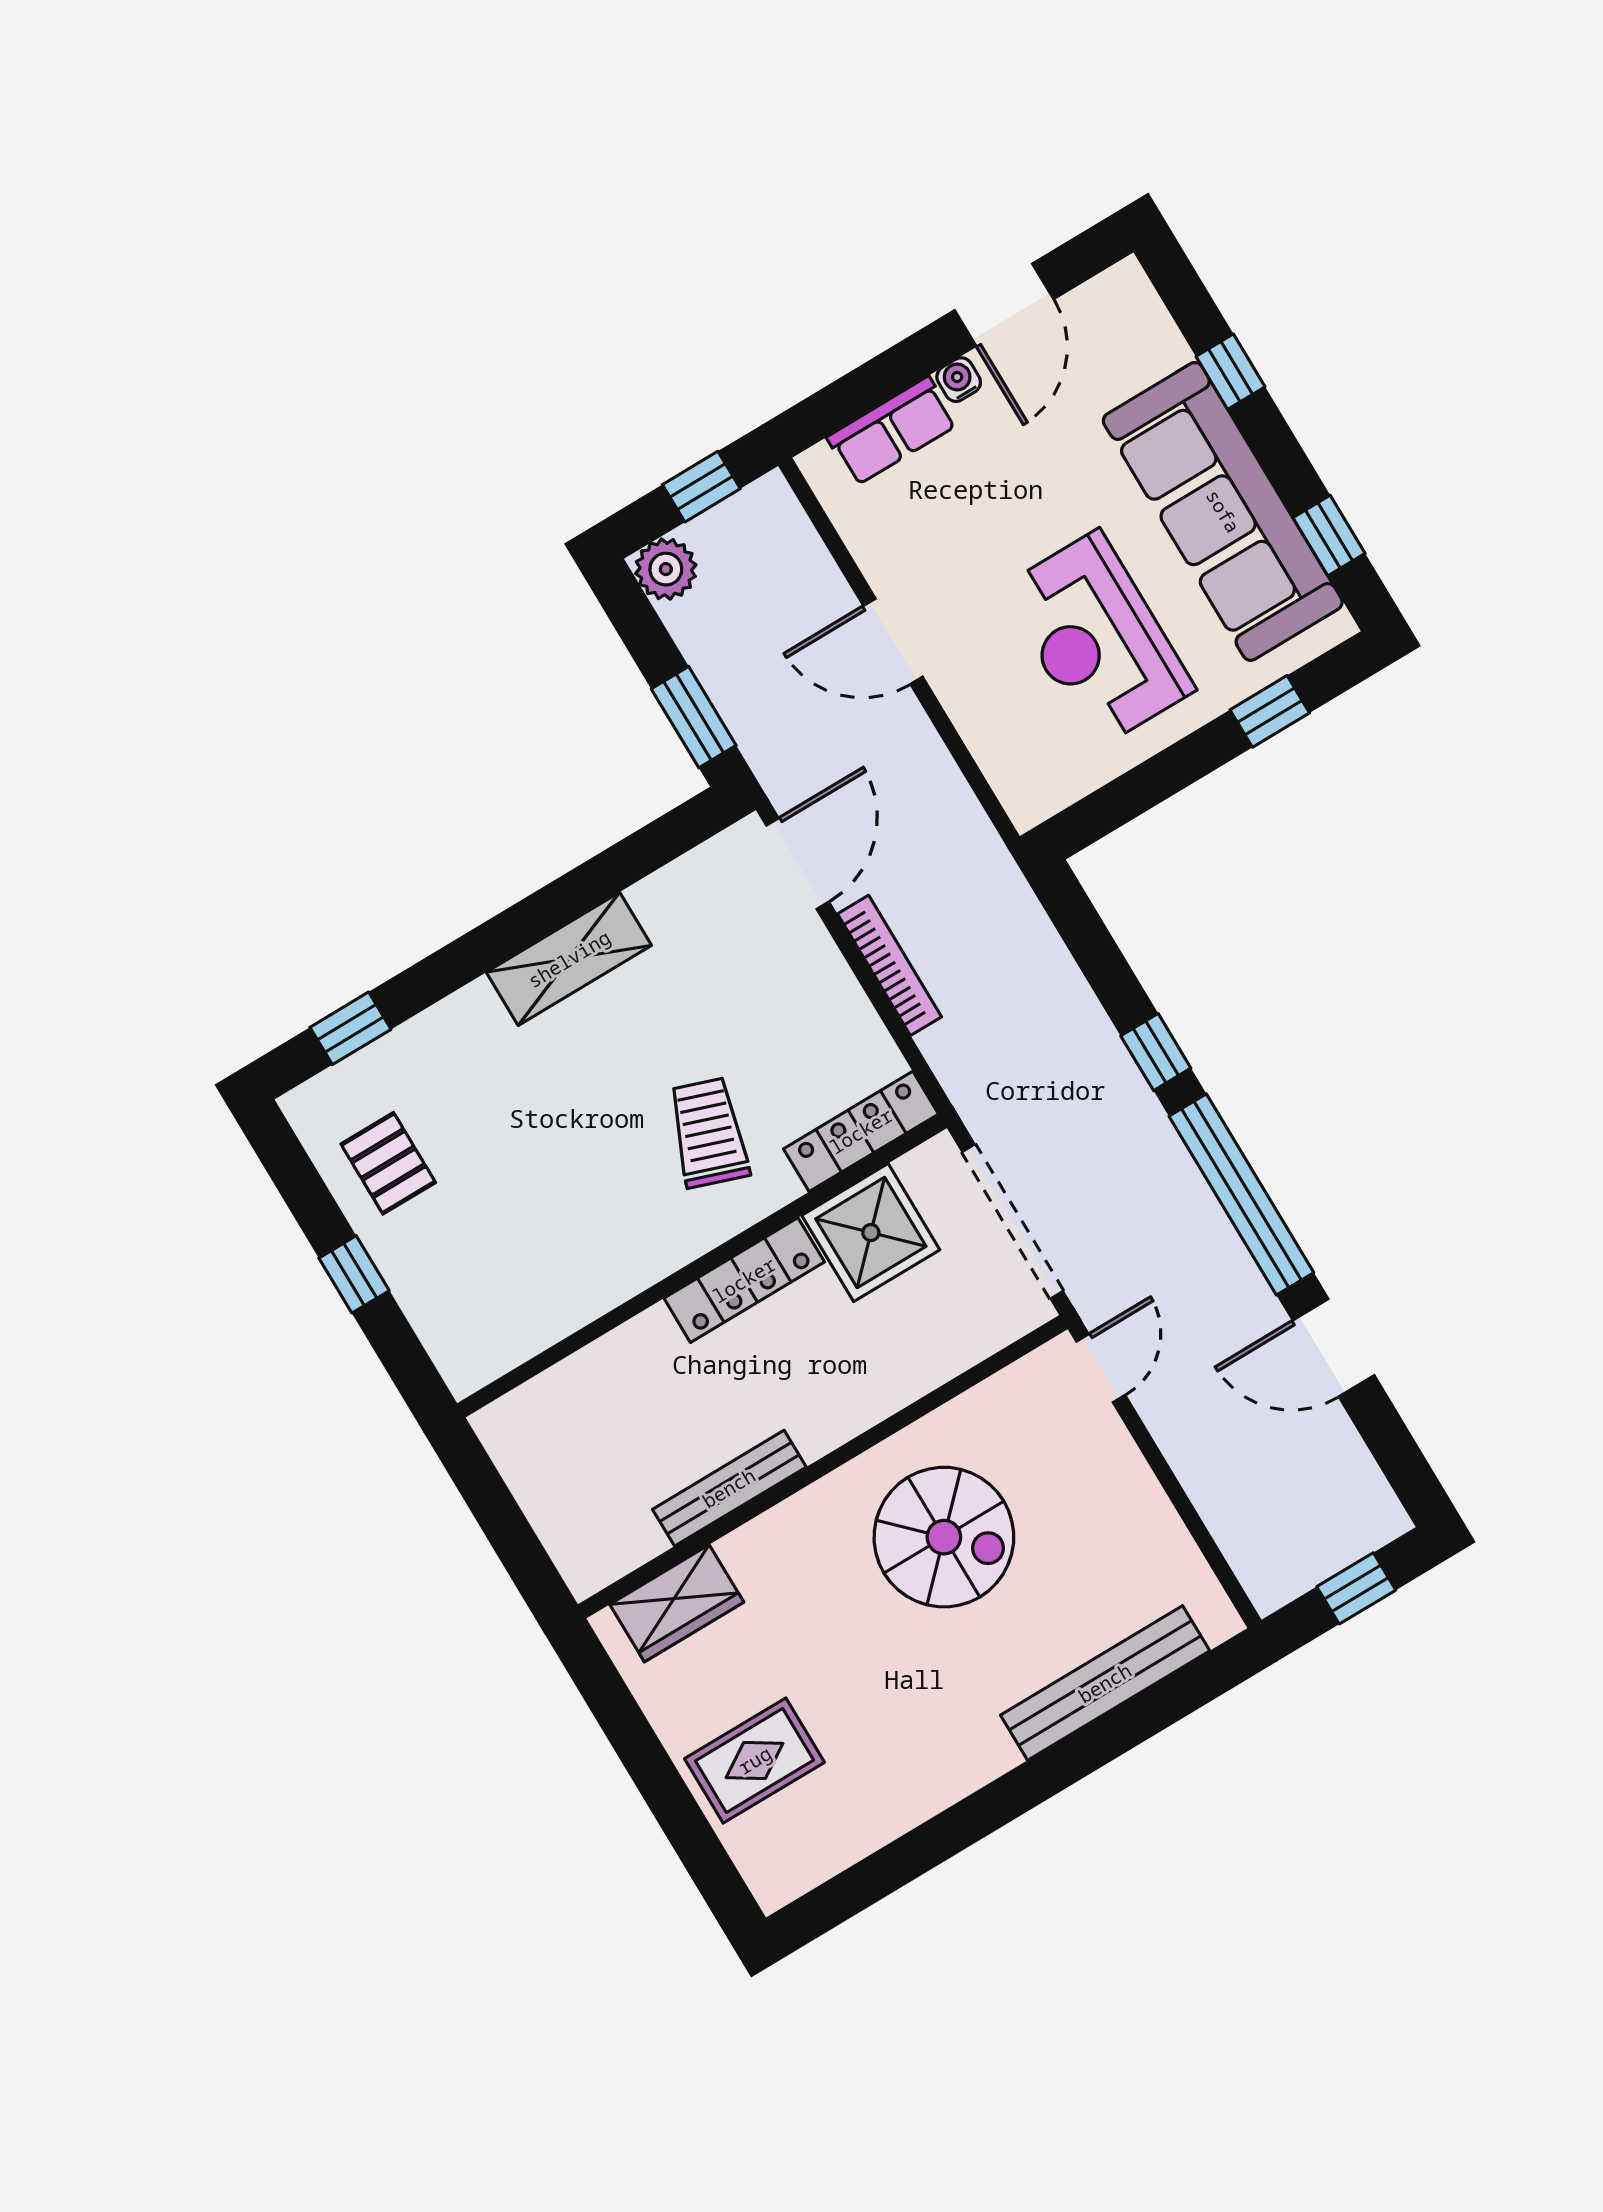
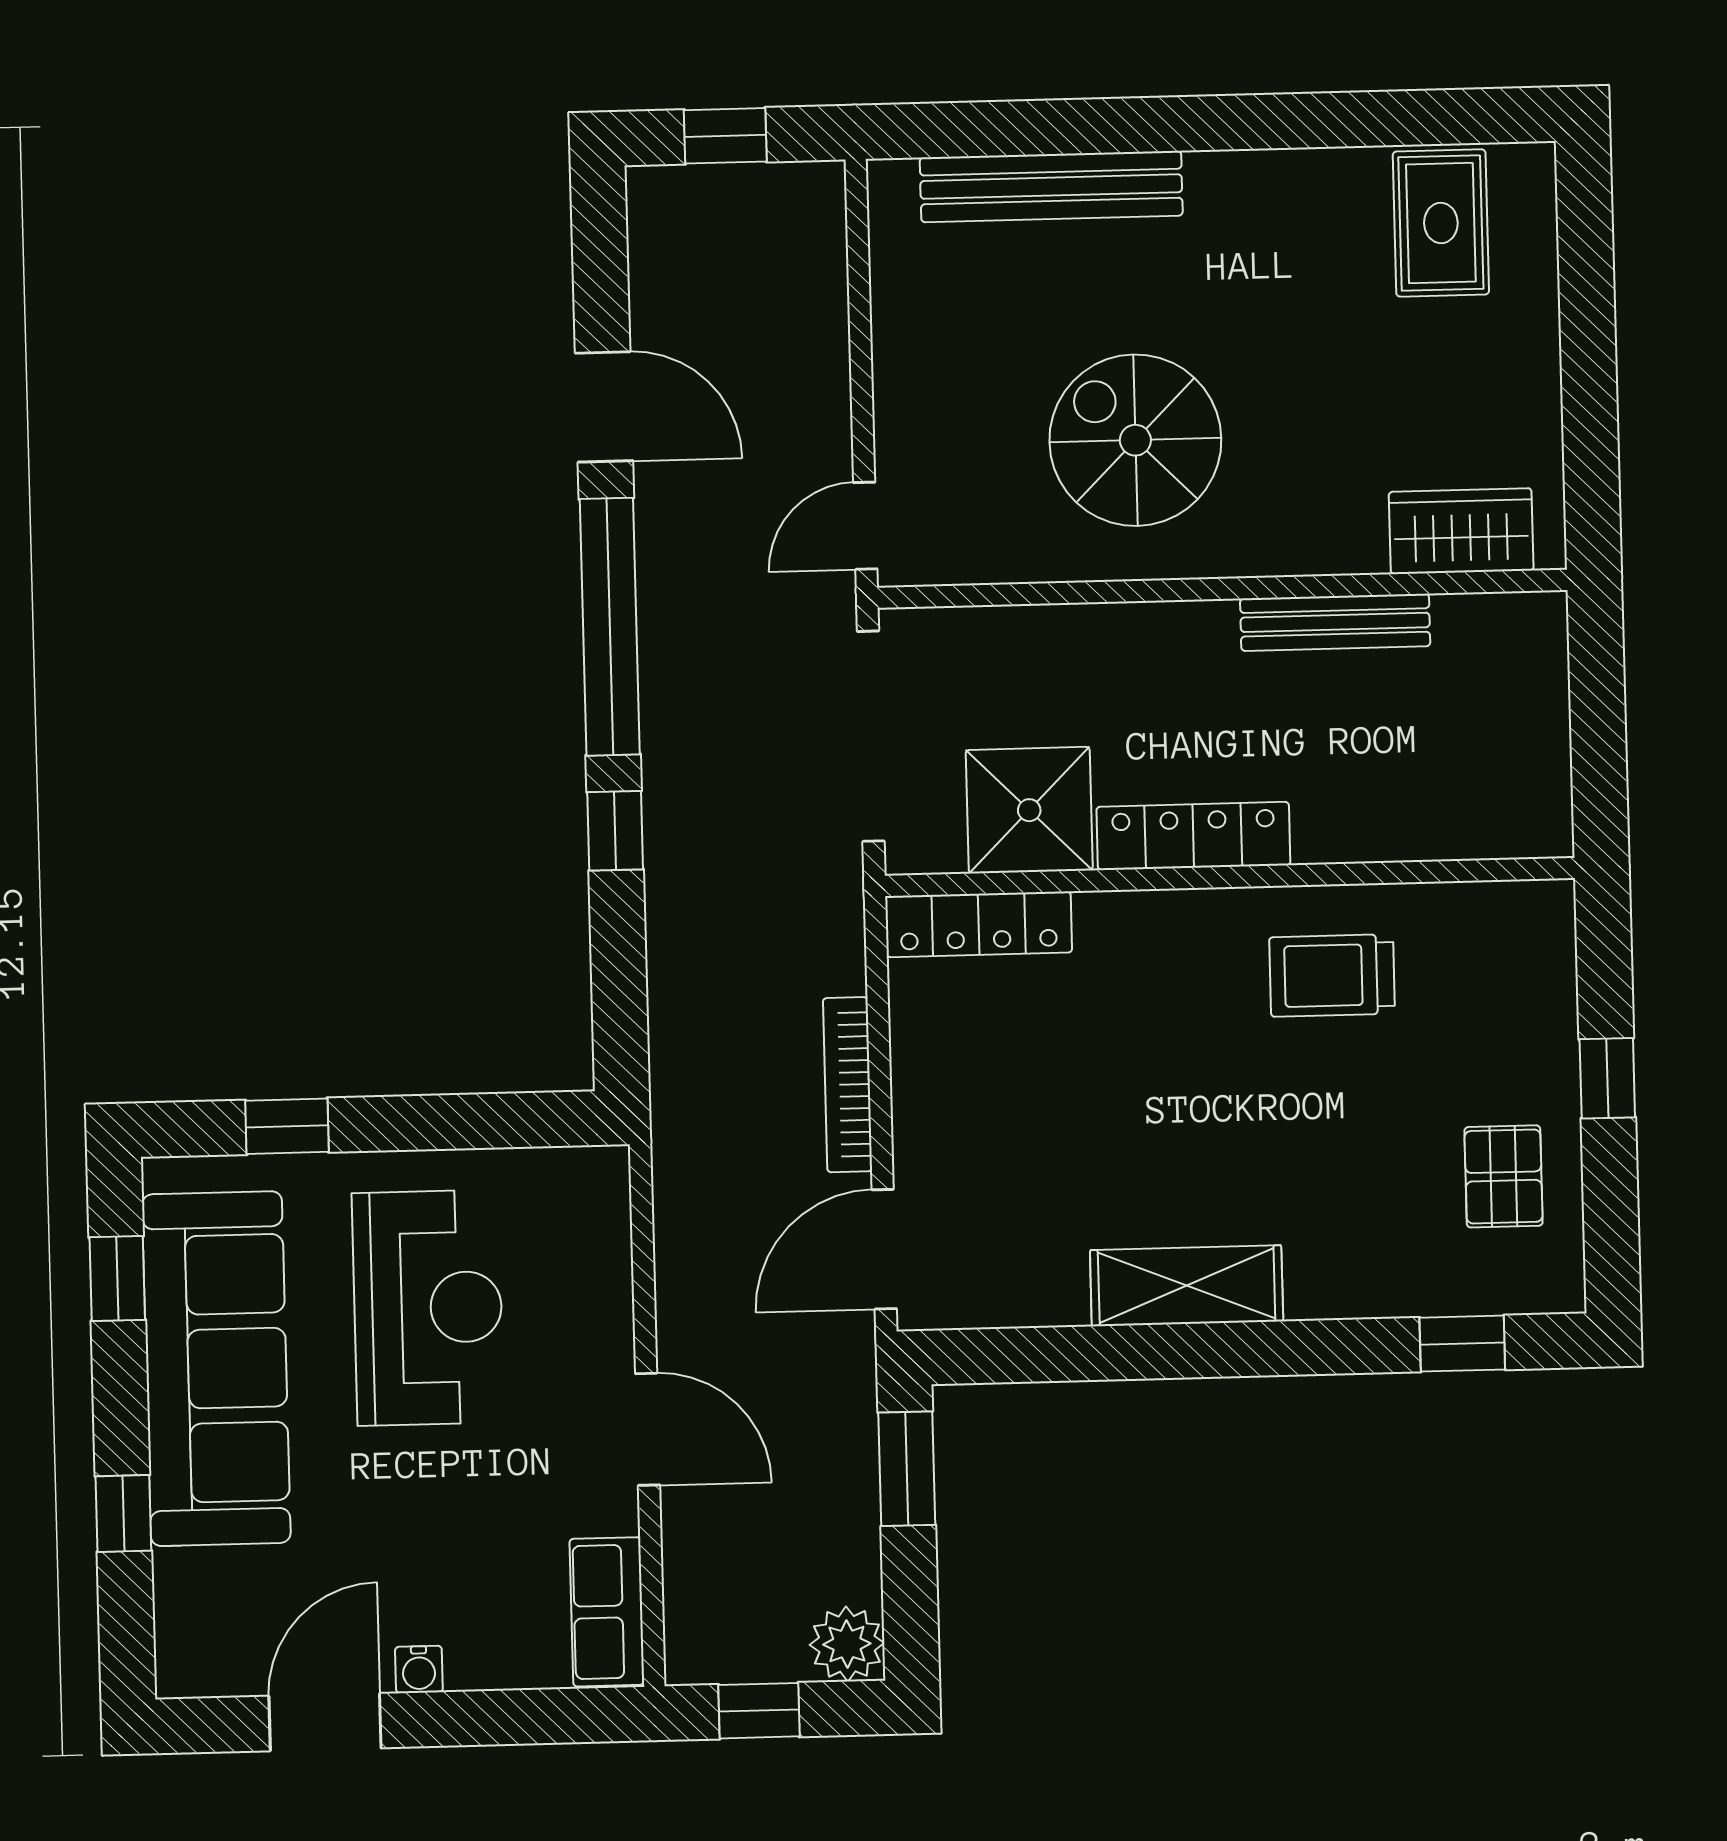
row of seats: (892, 431) -> (607, 1612), moved, turned -90
trolley: (709, 1133) -> (1332, 976), moved, turned 71
rug: (755, 1760) -> (1441, 223), moved, turned 90

